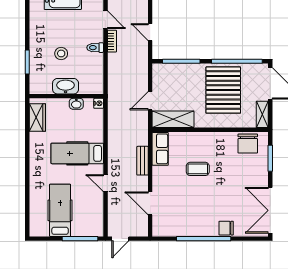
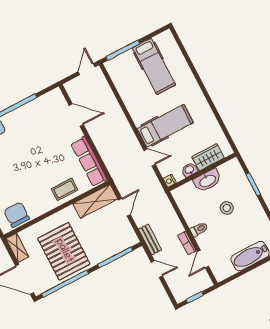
door: (105, 20) -> (203, 259), hinge flipped
wardrobe: (37, 118) -> (208, 157), moved, turned 90
row of seats: (160, 149) -> (89, 162), width x1.48
bench: (143, 161) -> (150, 239), moved
coffee table: (198, 169) -> (65, 189), moved
door: (105, 183) -> (150, 157), moved

